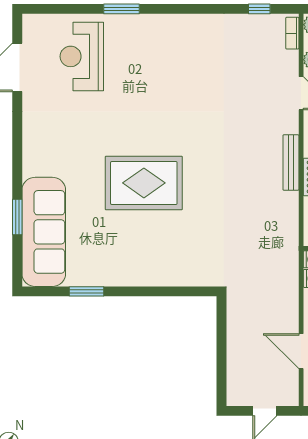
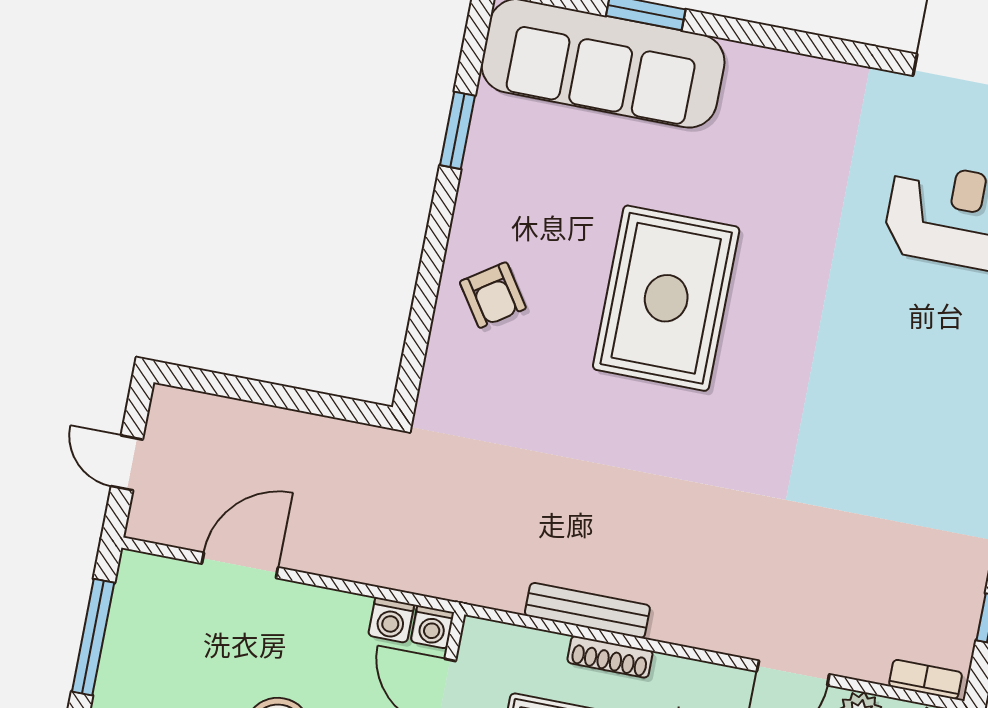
bench: (291, 163) -> (587, 610), moved
armchair: (158, 261) -> (493, 295), added

